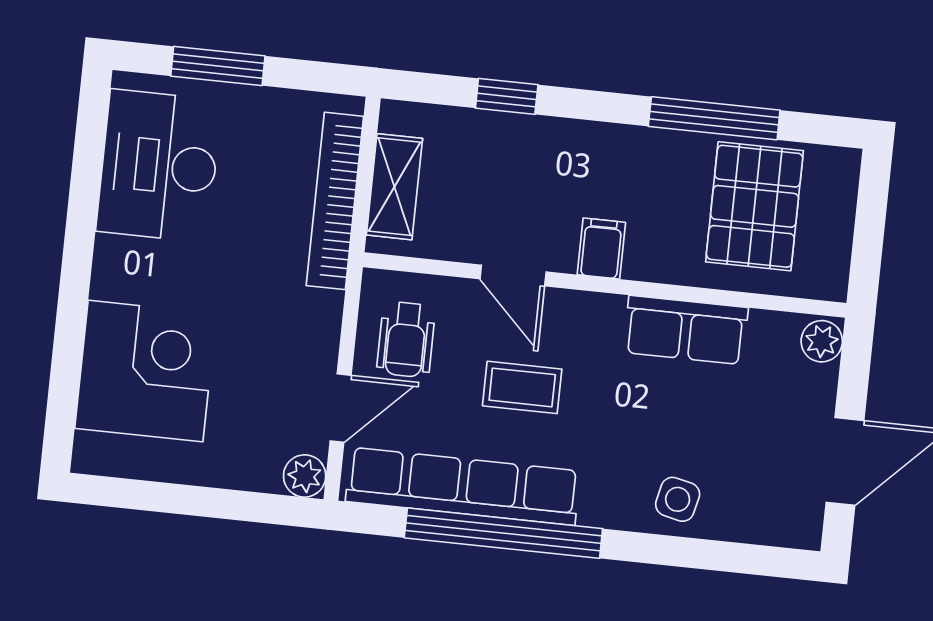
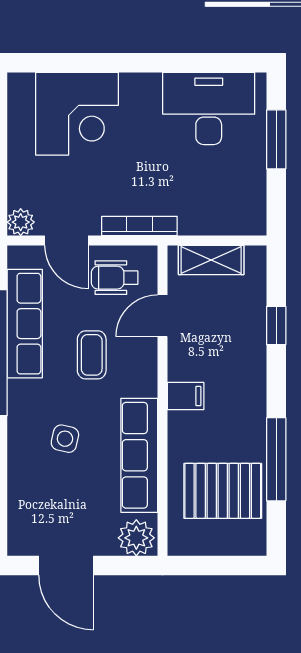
bookcase: (335, 201) -> (139, 226), moved, width x0.68, depth x0.76
door: (513, 275) -> (163, 316), moved
row of seats: (686, 330) -> (139, 455), width x1.48
plant: (822, 341) -> (136, 538), width x1.38, depth x1.38
row of seats: (463, 486) -> (25, 324), width x0.73
side table: (678, 499) -> (65, 439), moved

